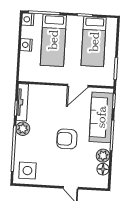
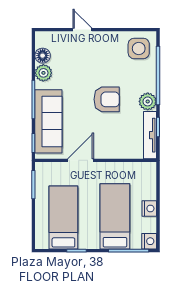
armchair: (67, 139) -> (107, 99), moved

